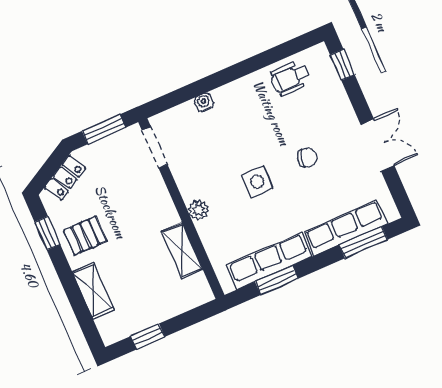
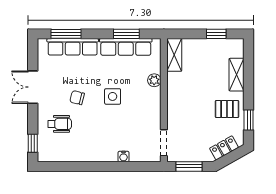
wheelchair: (290, 78) -> (60, 124), moved
plant: (199, 210) -> (154, 80), moved
shelving: (182, 251) -> (174, 55), moved

